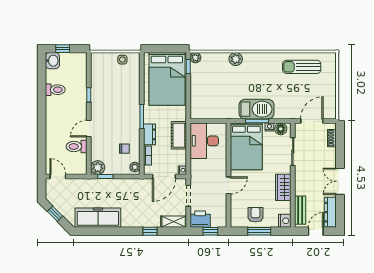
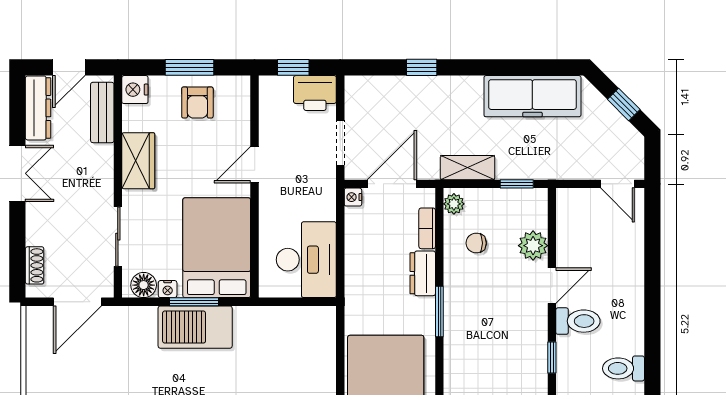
cot: (179, 135) -> (360, 271), removed
toilet: (77, 147) -> (578, 321), moved
plant: (98, 168) -> (533, 246), moved
shelving: (174, 222) -> (468, 168), moved

